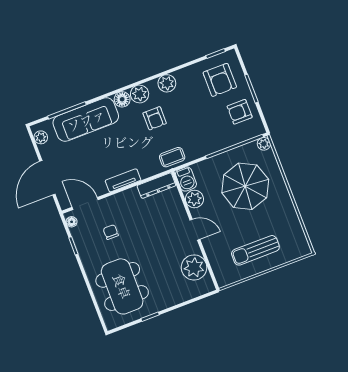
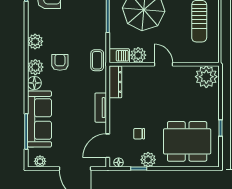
armchair: (155, 118) -> (60, 62), turned -90
door: (195, 230) -> (163, 64), hinge flipped
plant: (87, 252) -> (148, 160), added
plant: (194, 267) -> (206, 77), moved

